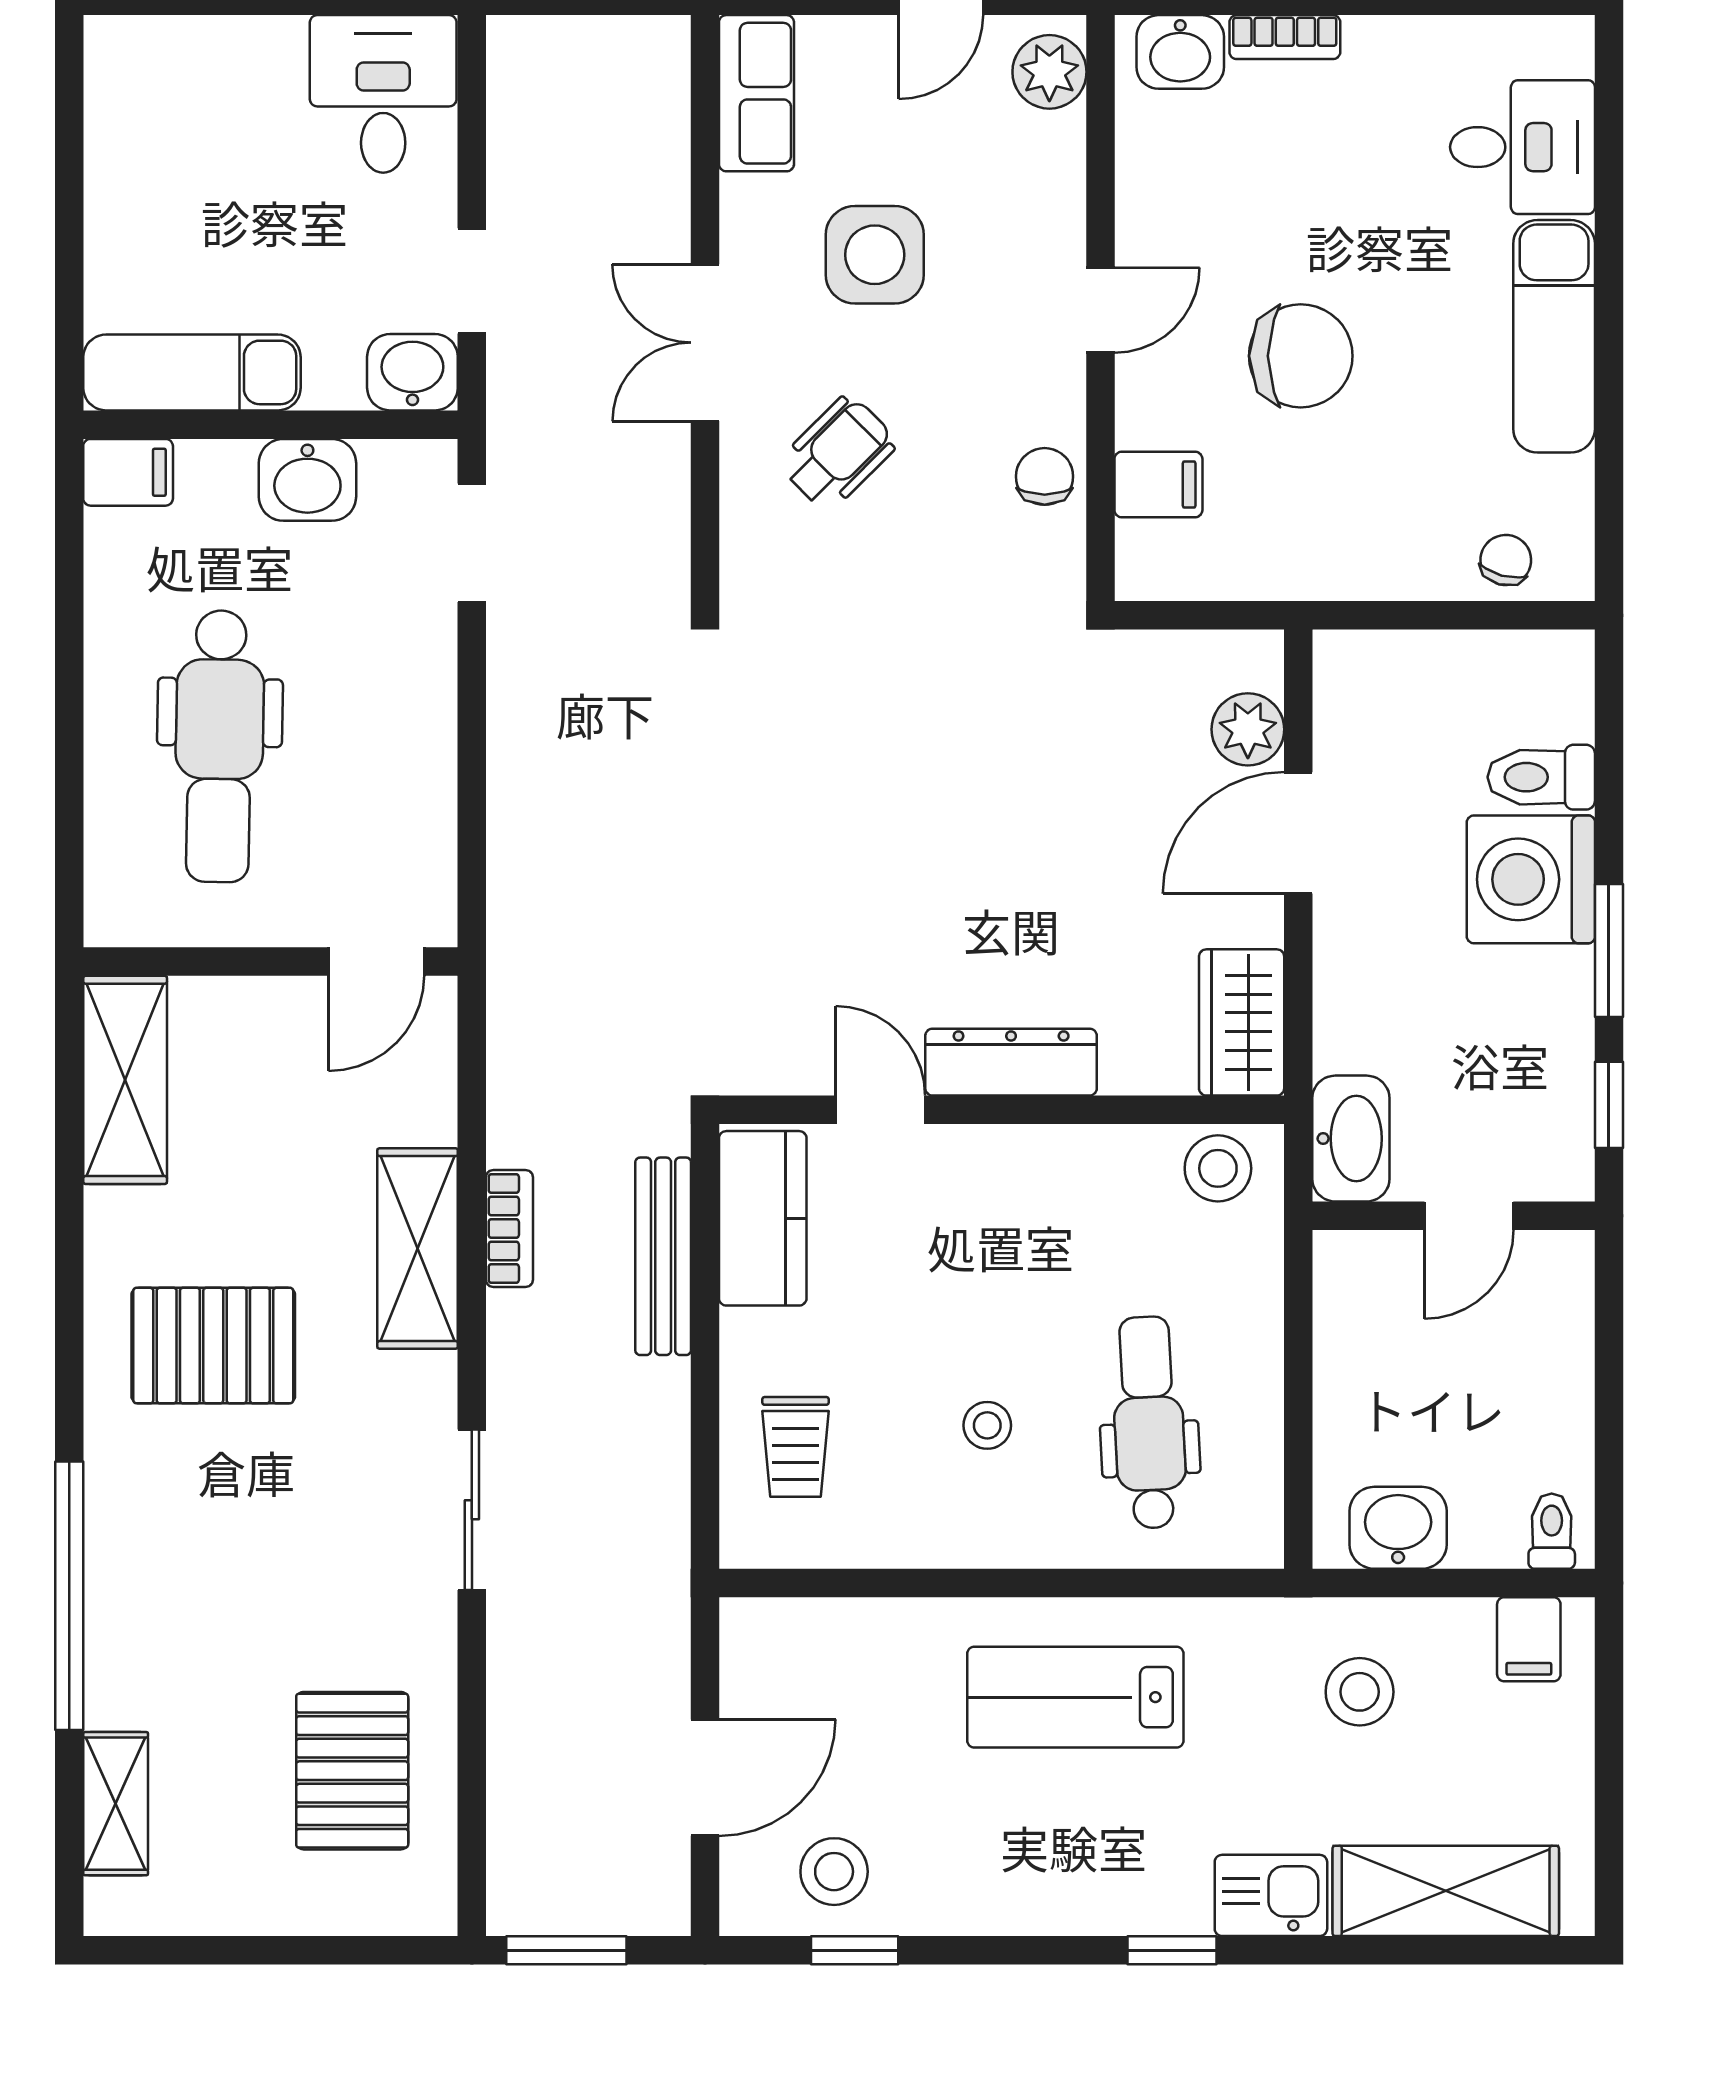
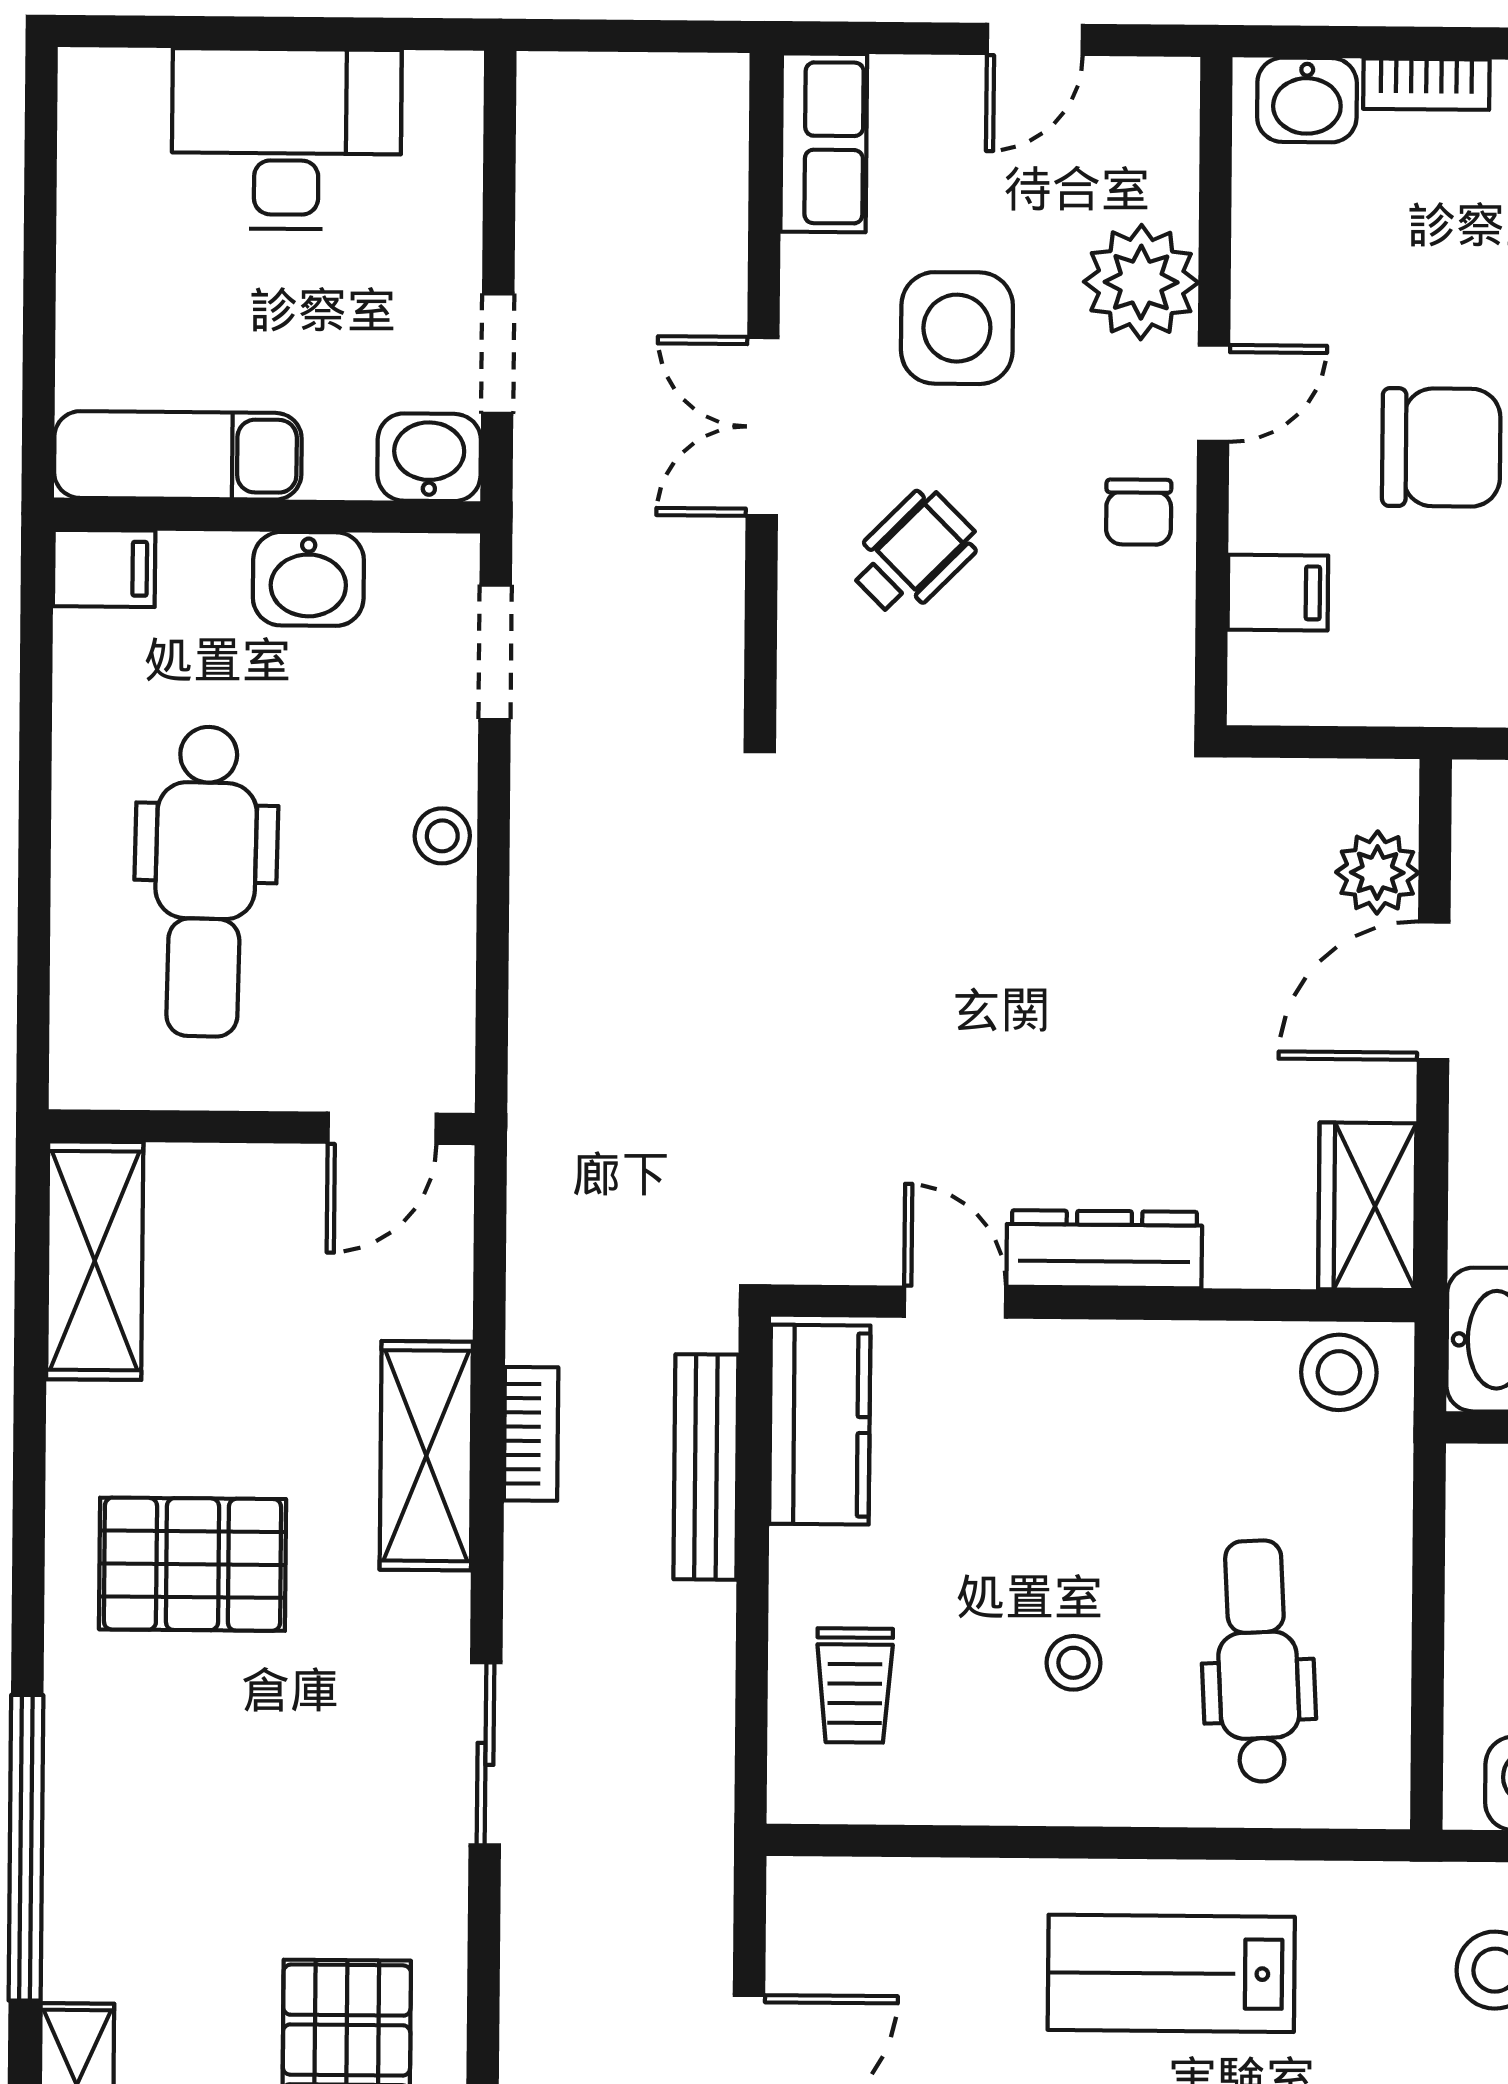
plant: (1049, 72) -> (1141, 282), moved, width x1.36, depth x1.36
desk: (383, 94) -> (286, 139), moved, width x1.37
chair: (1045, 476) -> (1139, 512), moved, turned 180
stool: (427, 704) -> (442, 836), added

